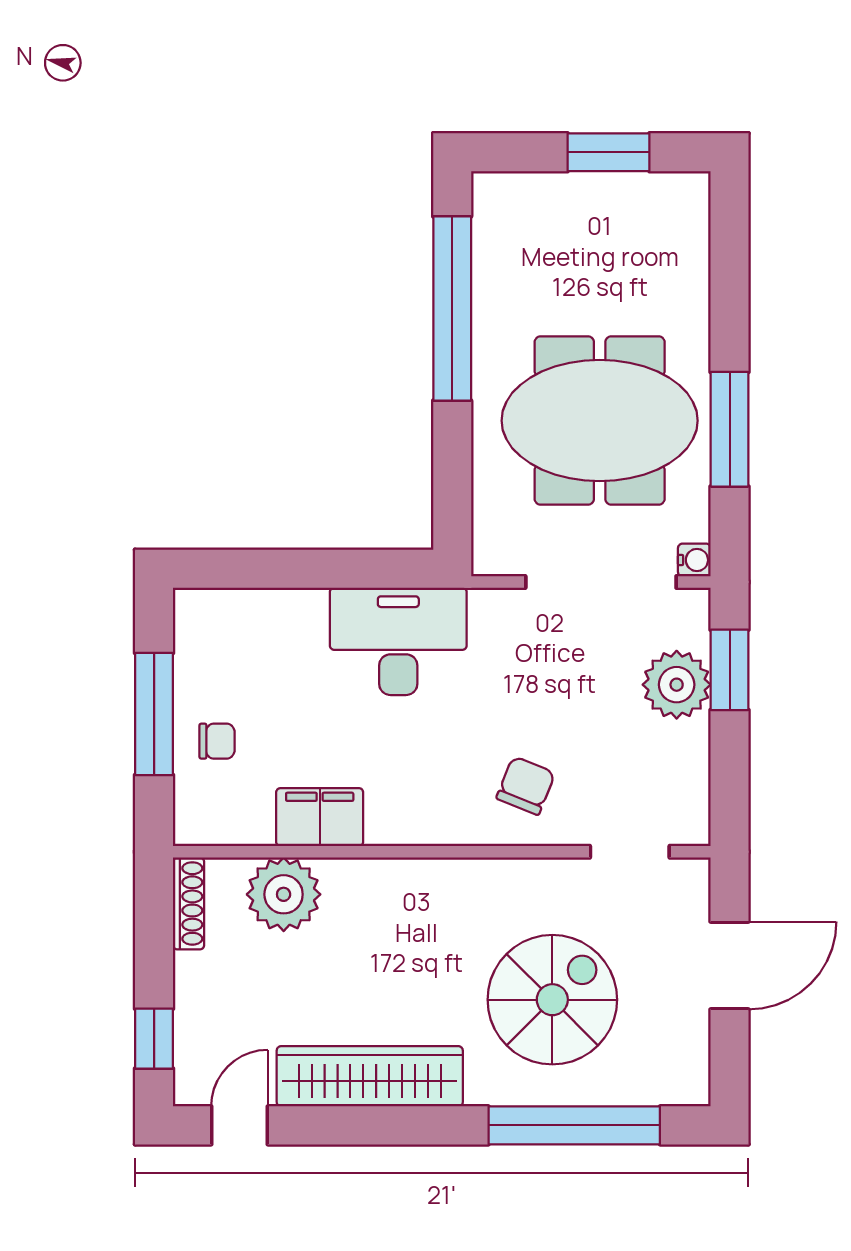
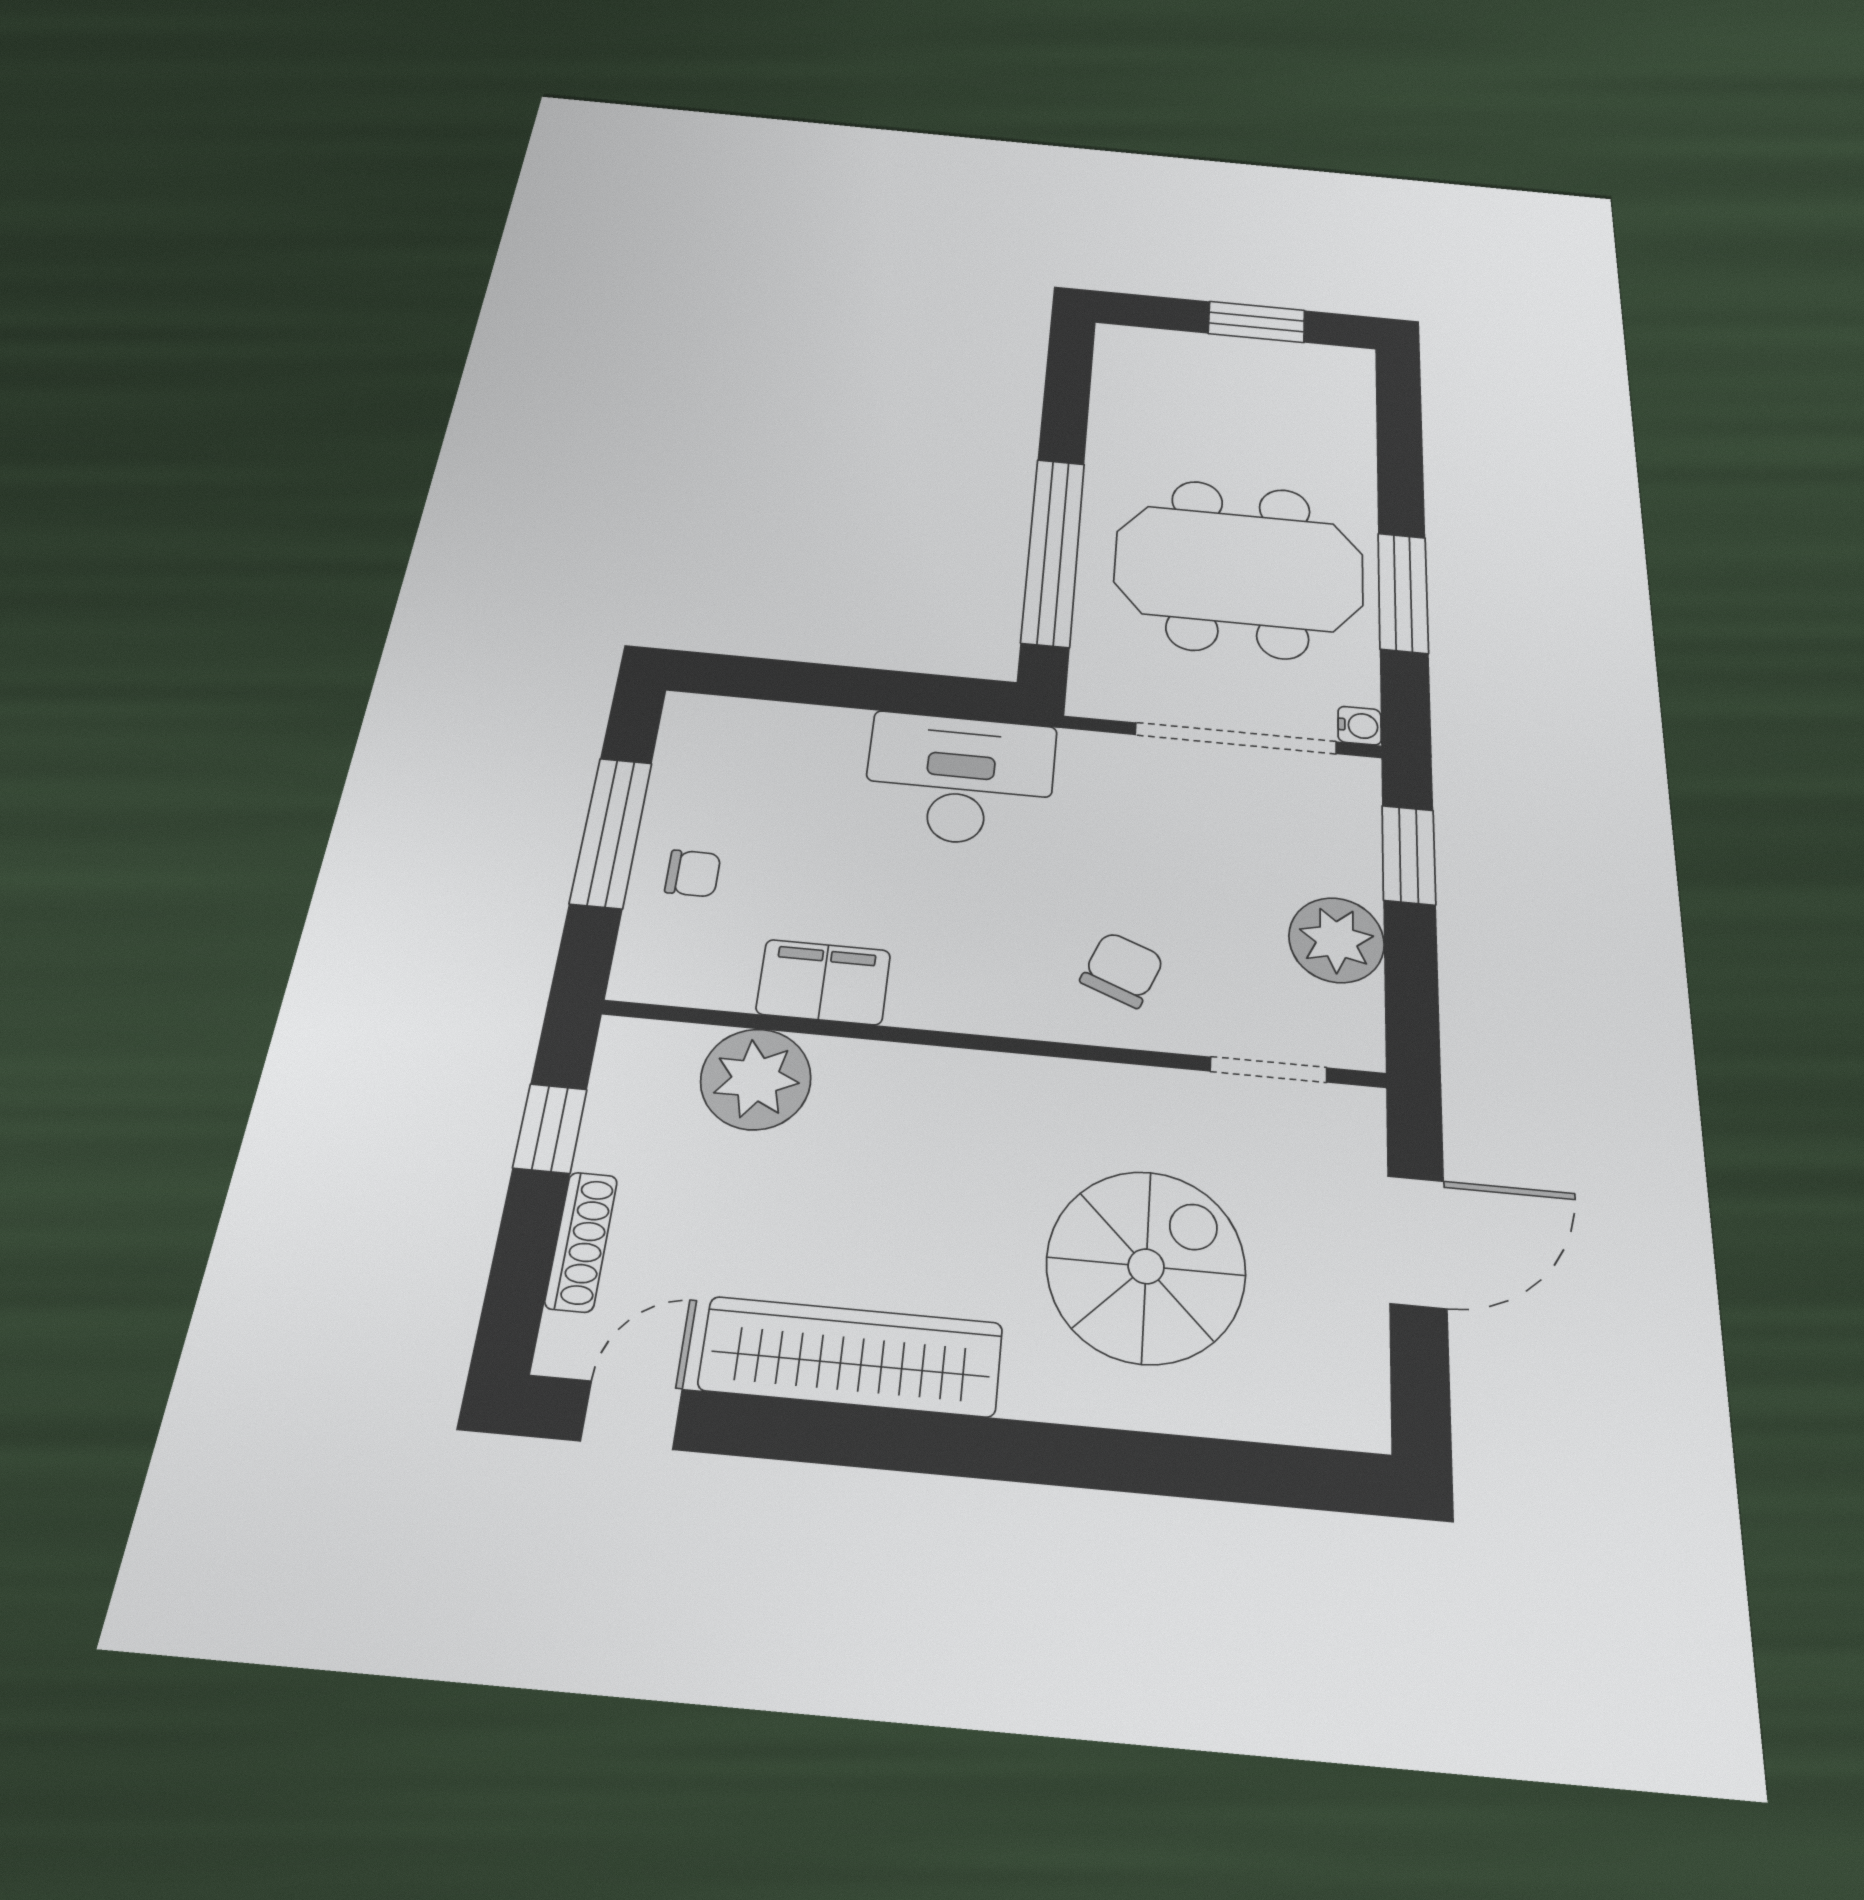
window: (452, 308) -> (1053, 551), moved
plant: (677, 685) -> (1337, 940), moved
shoe rack: (189, 903) -> (581, 1241), moved
window: (154, 1039) -> (550, 1128), moved
window: (574, 1125) -> (1172, 1465), removed

